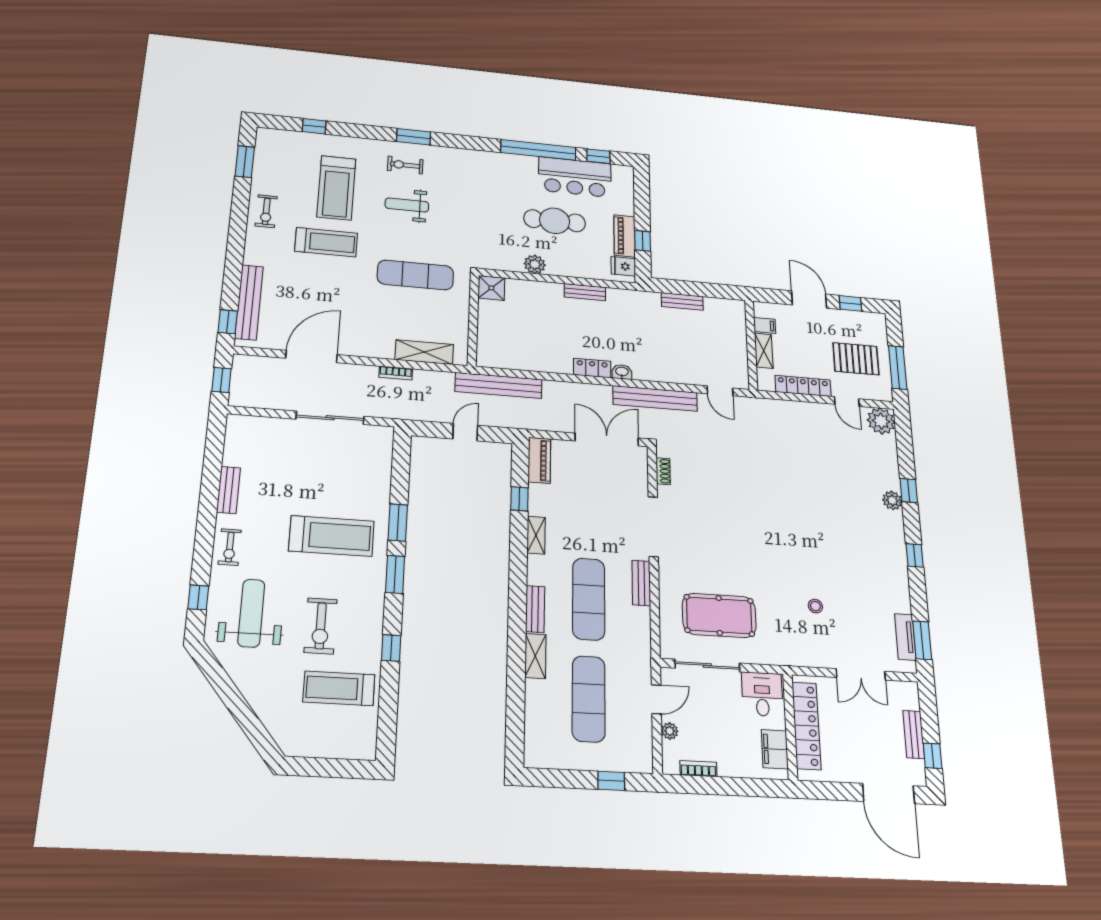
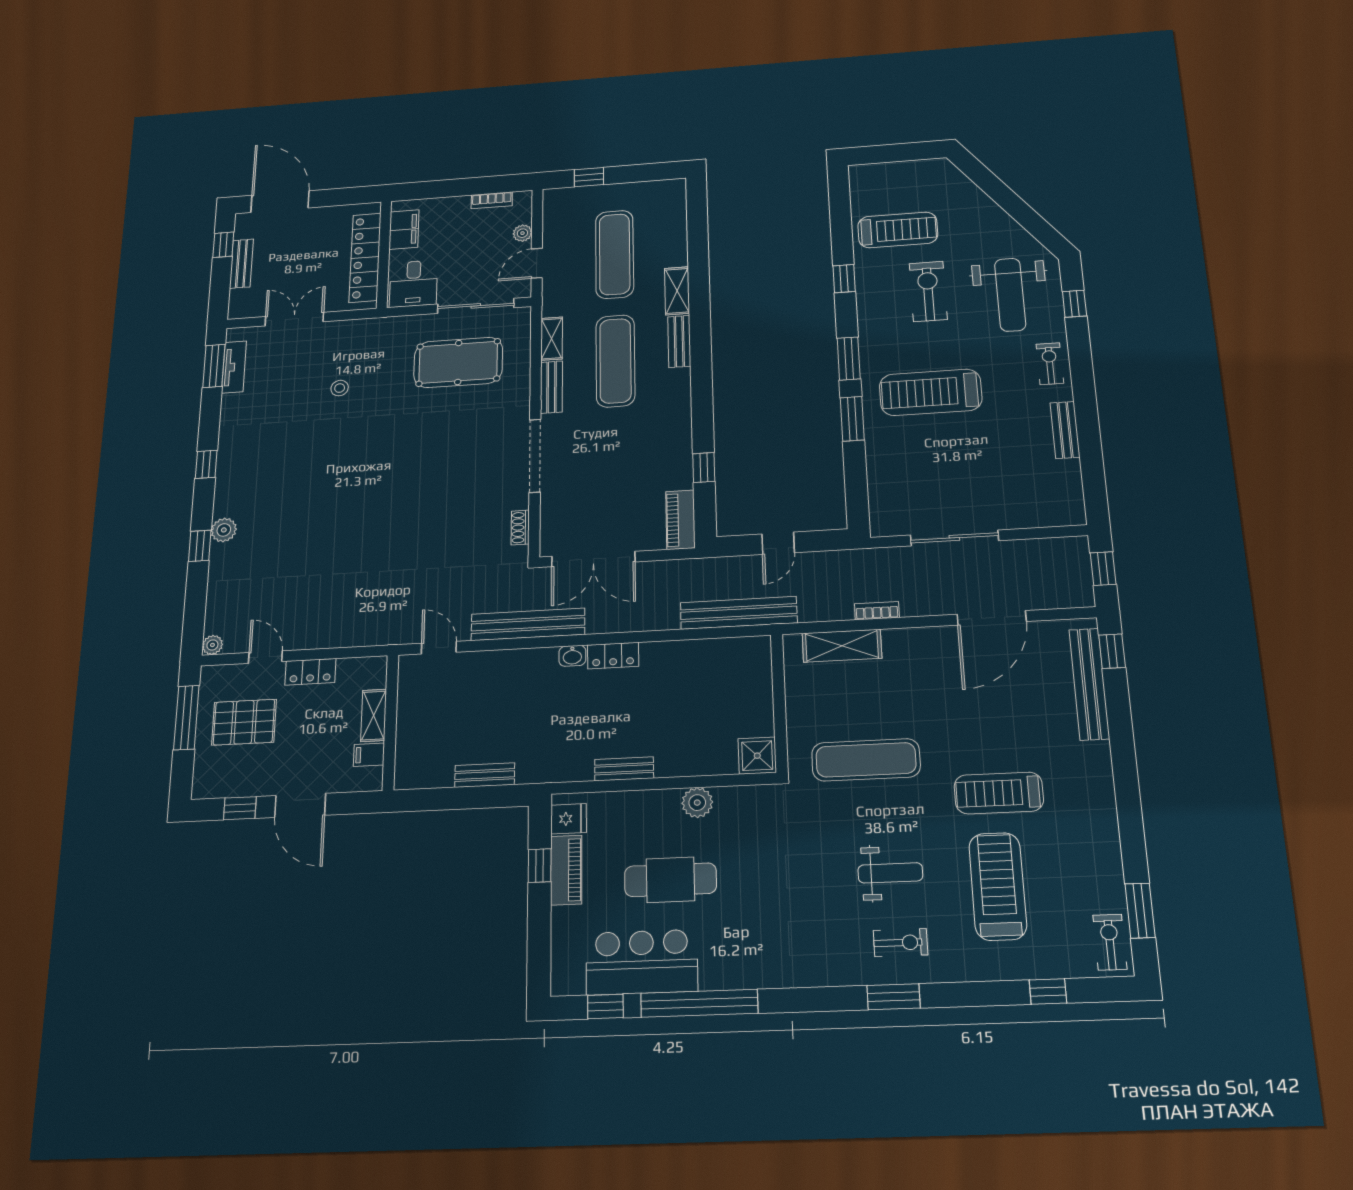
exercise bike: (266, 211) -> (1110, 942), moved
locker: (803, 386) -> (310, 672), width x0.66
plant: (881, 421) -> (212, 645), width x0.53, depth x0.53
shelving: (536, 535) -> (552, 339), moved

